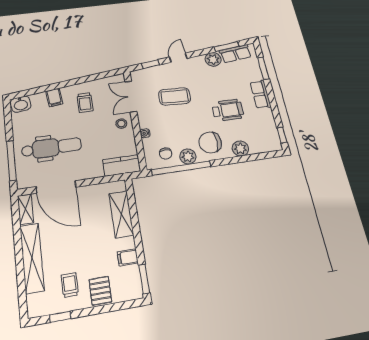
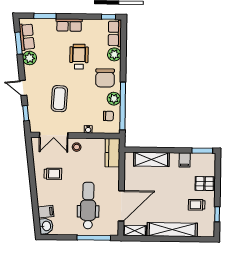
filing cabinet: (54, 97) -> (46, 212), moved
row of seats: (265, 145) -> (115, 33), added

